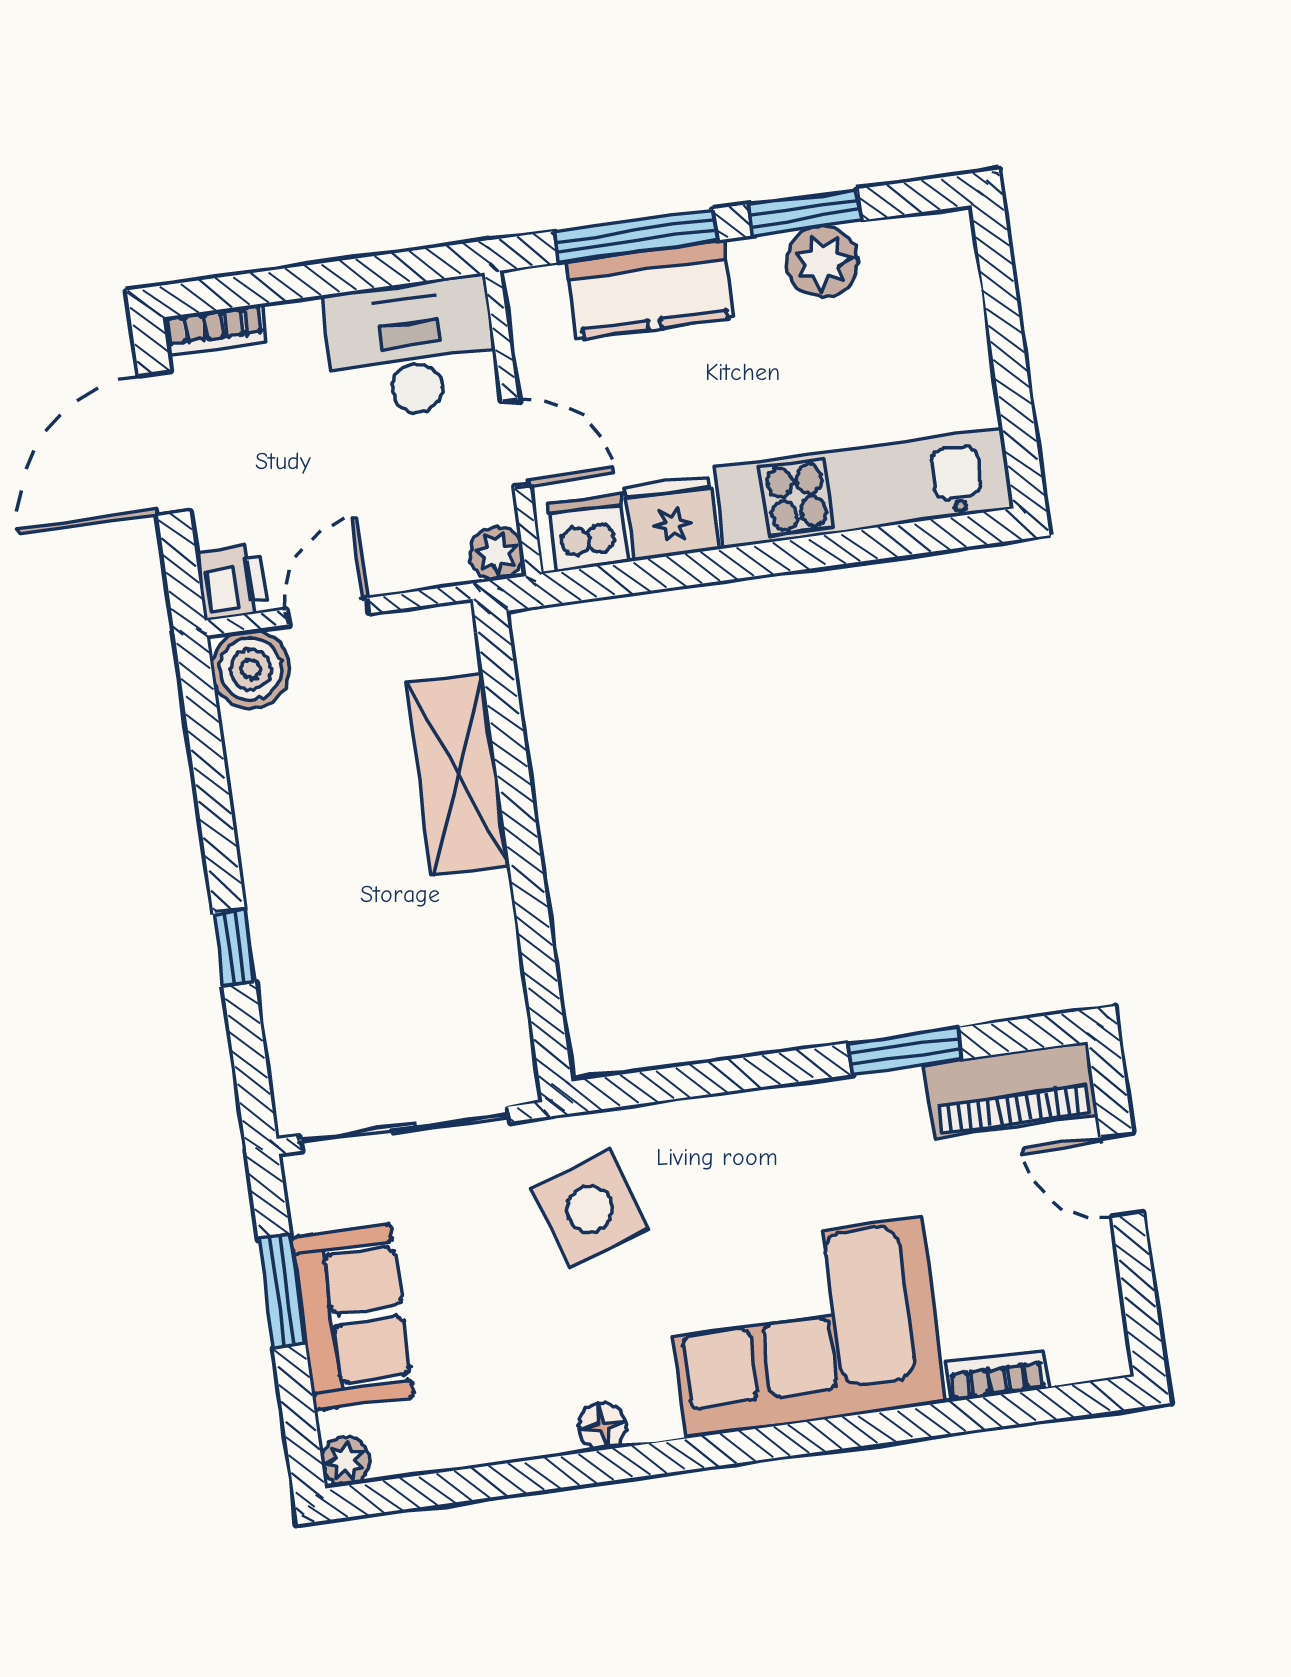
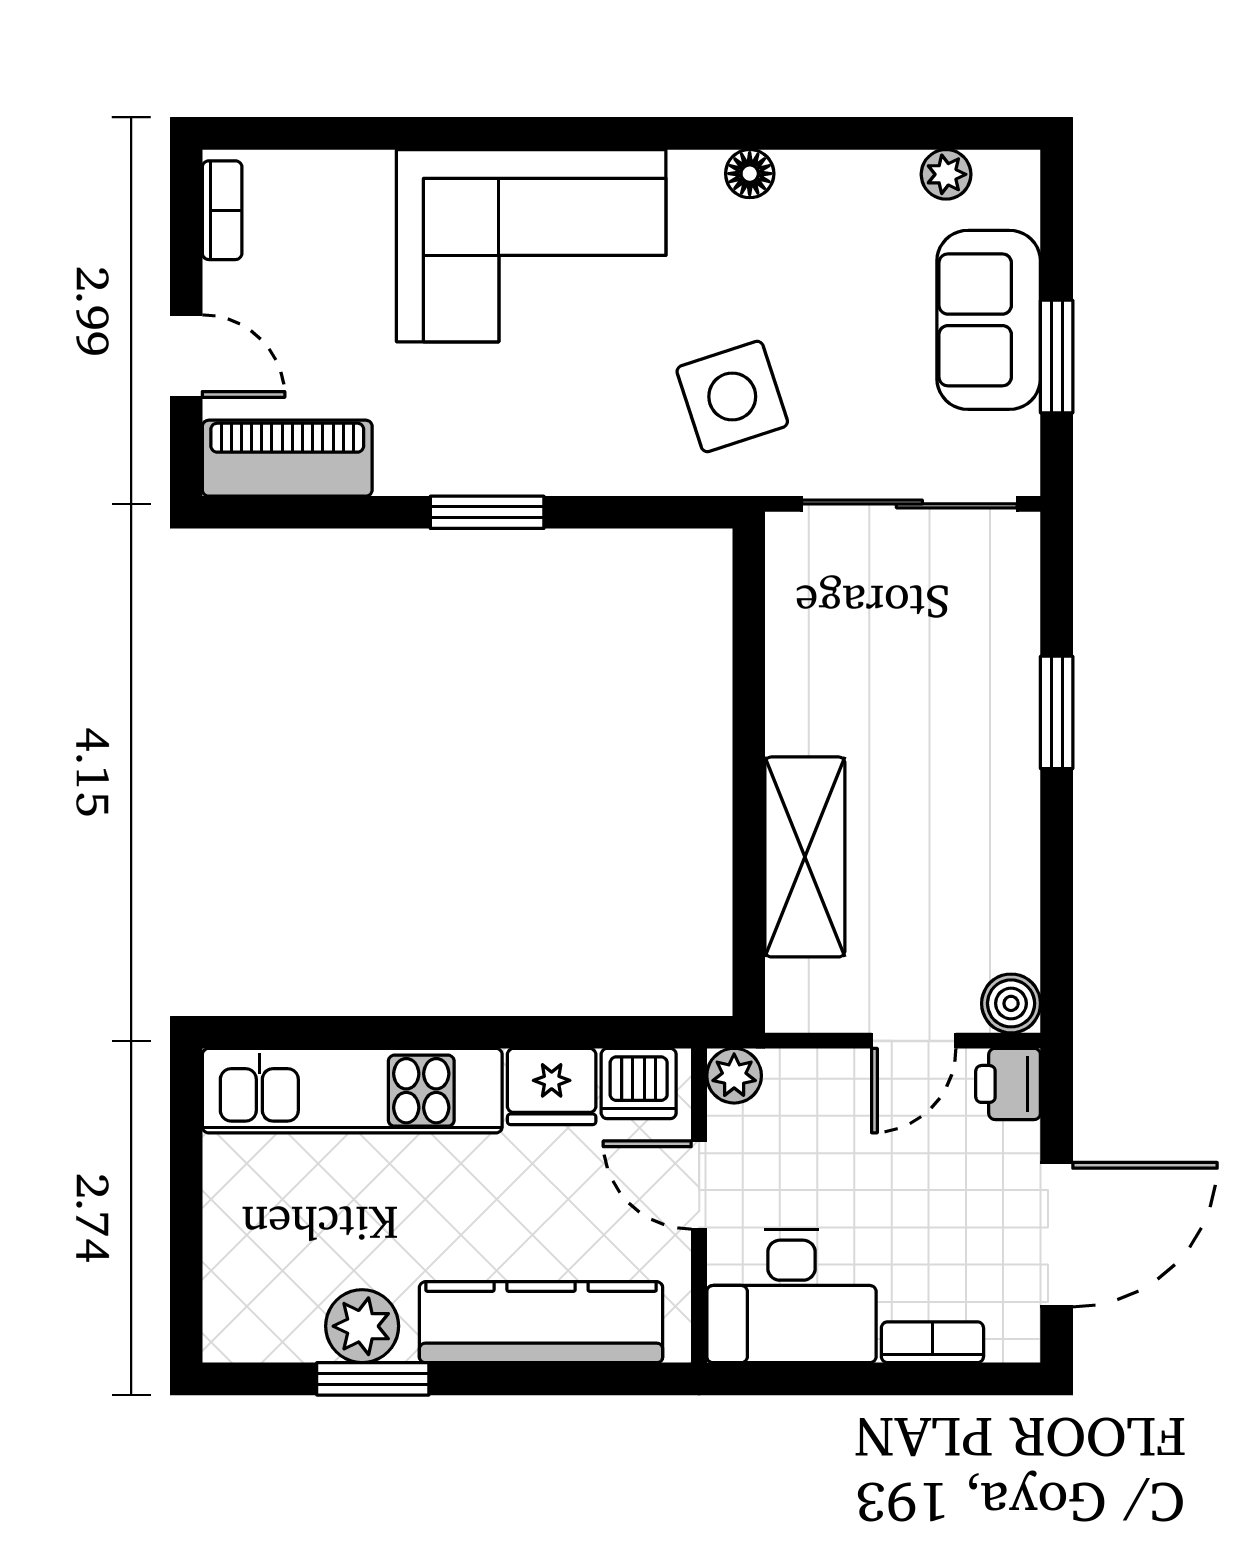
window: (636, 236) -> (548, 1379), removed
kitchen counter: (650, 290) -> (541, 1322), width x1.50
bookcase: (215, 330) -> (932, 1342), moved
boiler: (251, 669) -> (1011, 1003), width x0.73, depth x0.73
window: (234, 947) -> (1057, 712), width x1.50
window: (905, 1051) -> (487, 512), moved
bookcase: (997, 1376) -> (222, 210), moved, turned -90
plant: (346, 1461) -> (946, 174), moved

